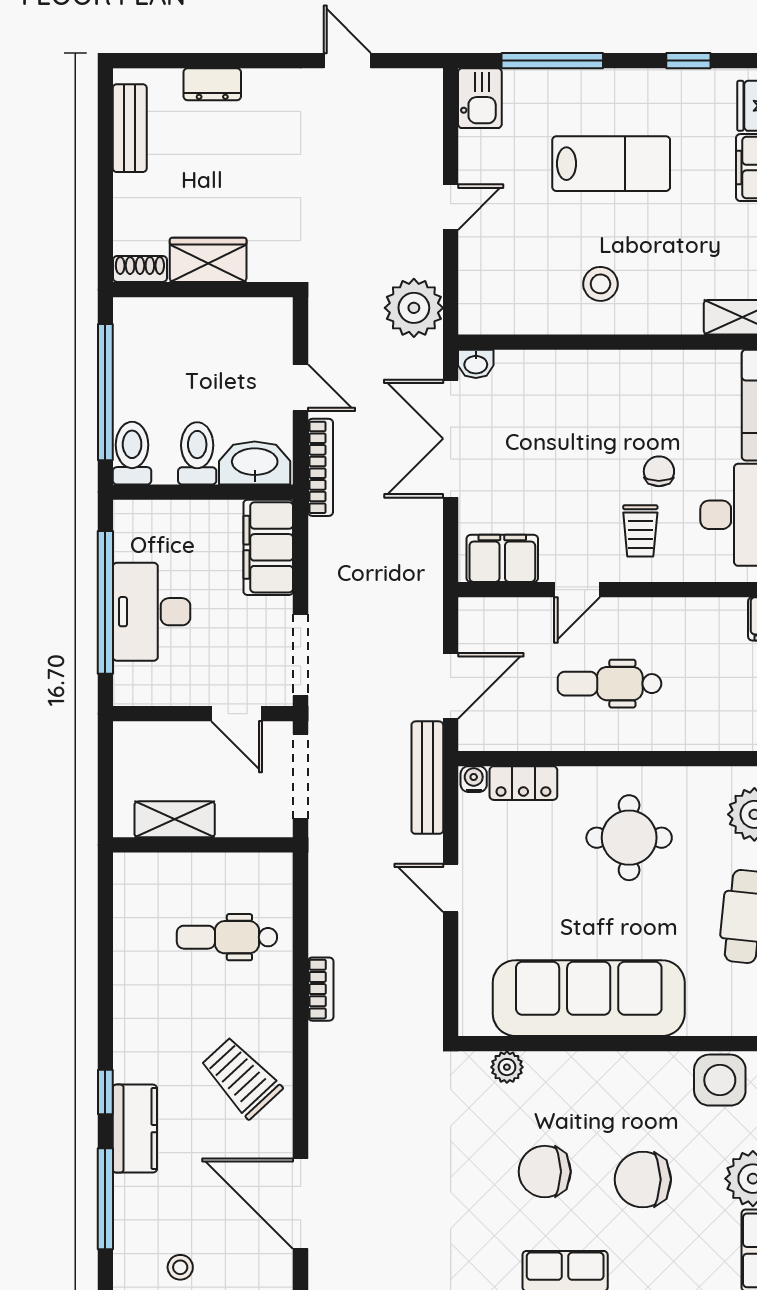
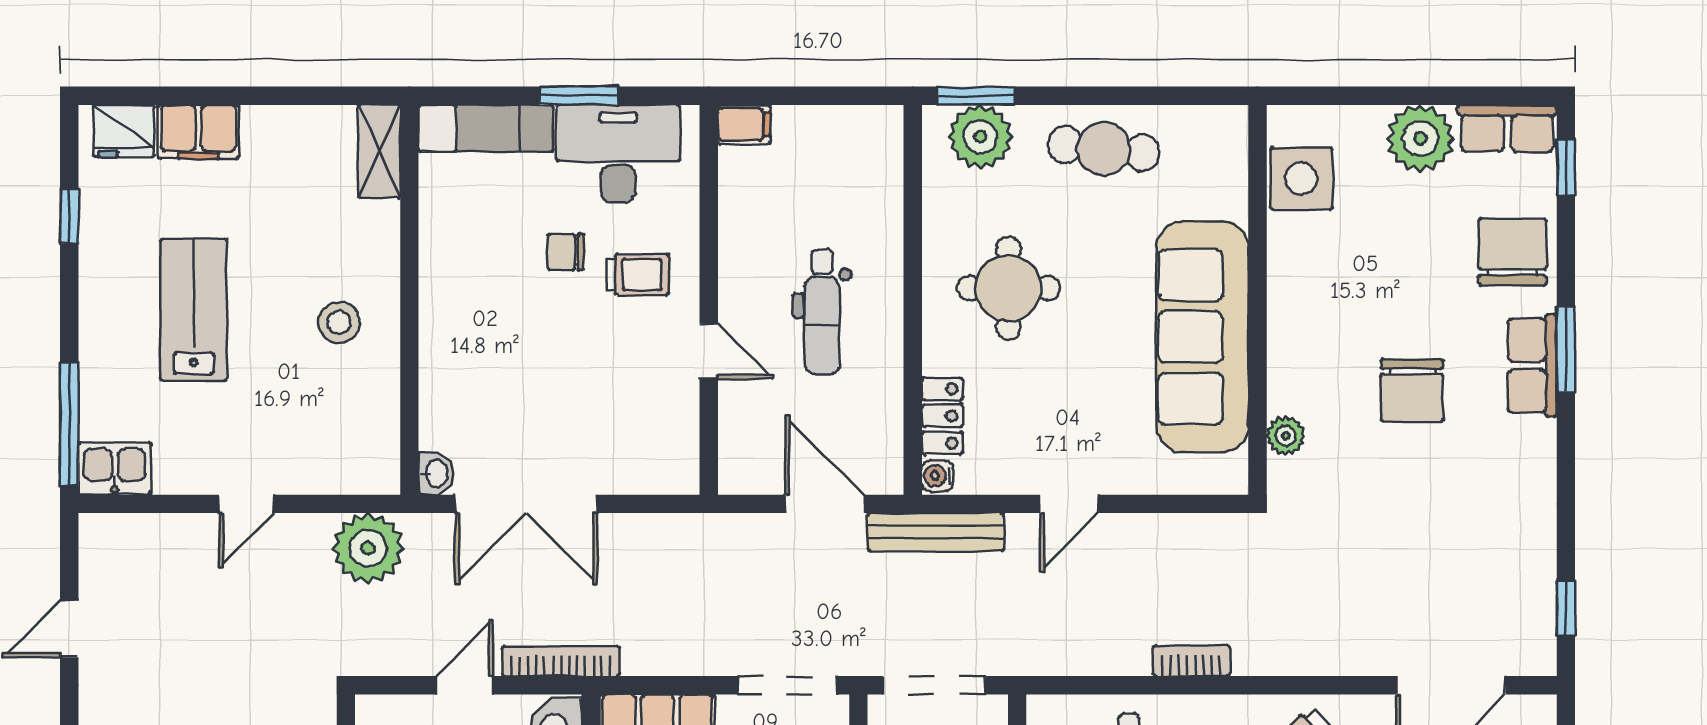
window: (552, 61) -> (69, 424), moved
door: (451, 207) -> (246, 504), swing flipped
filing cabinet: (502, 558) -> (671, 441), removed
chair: (643, 1179) -> (1512, 252), moved, turned 180

